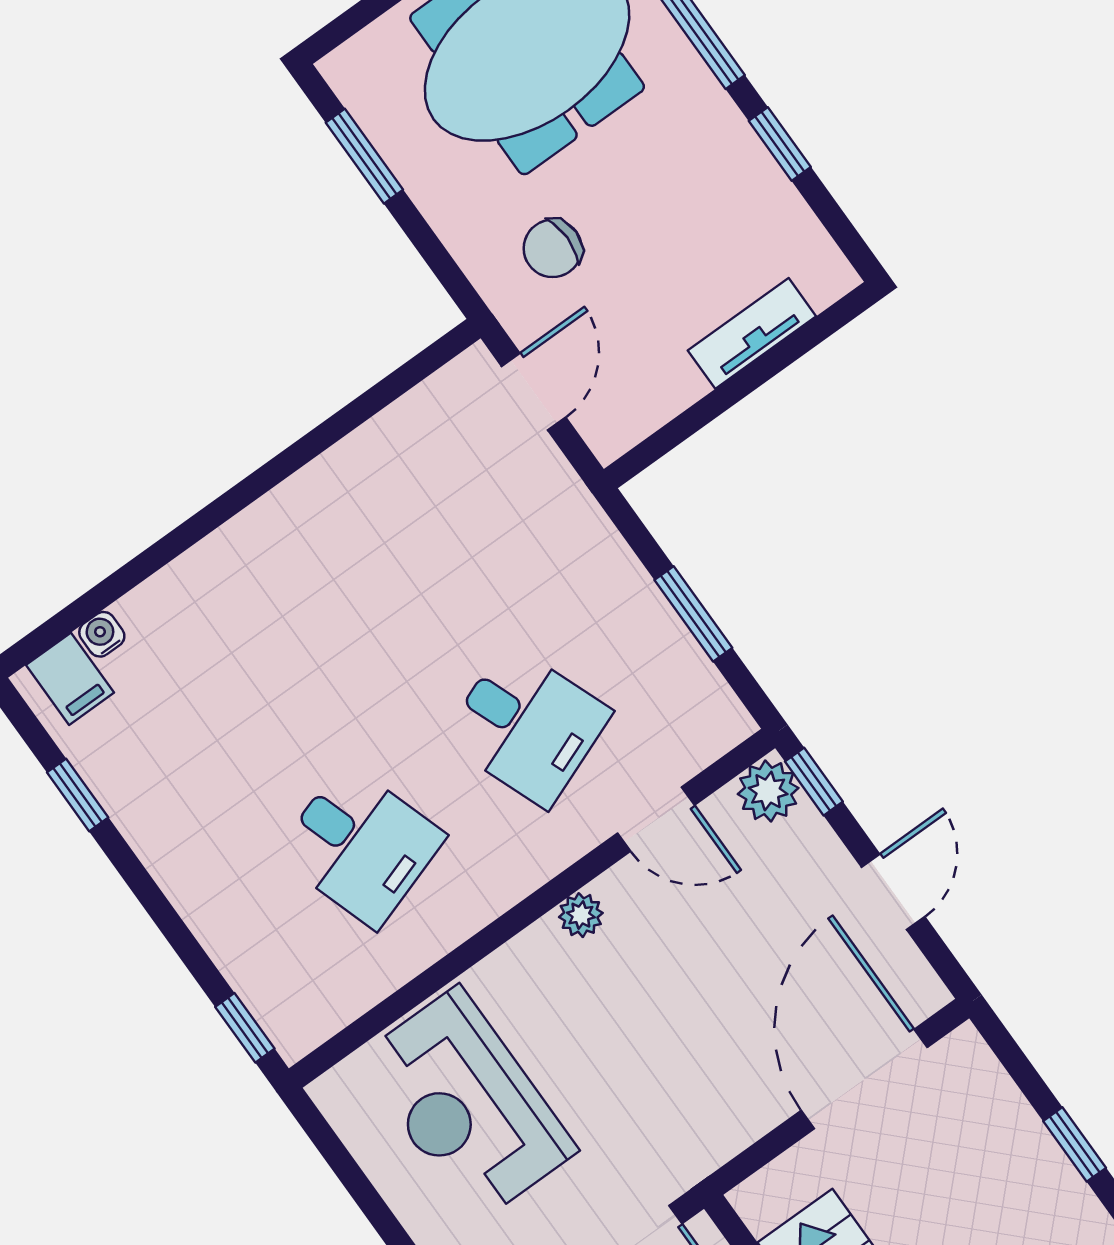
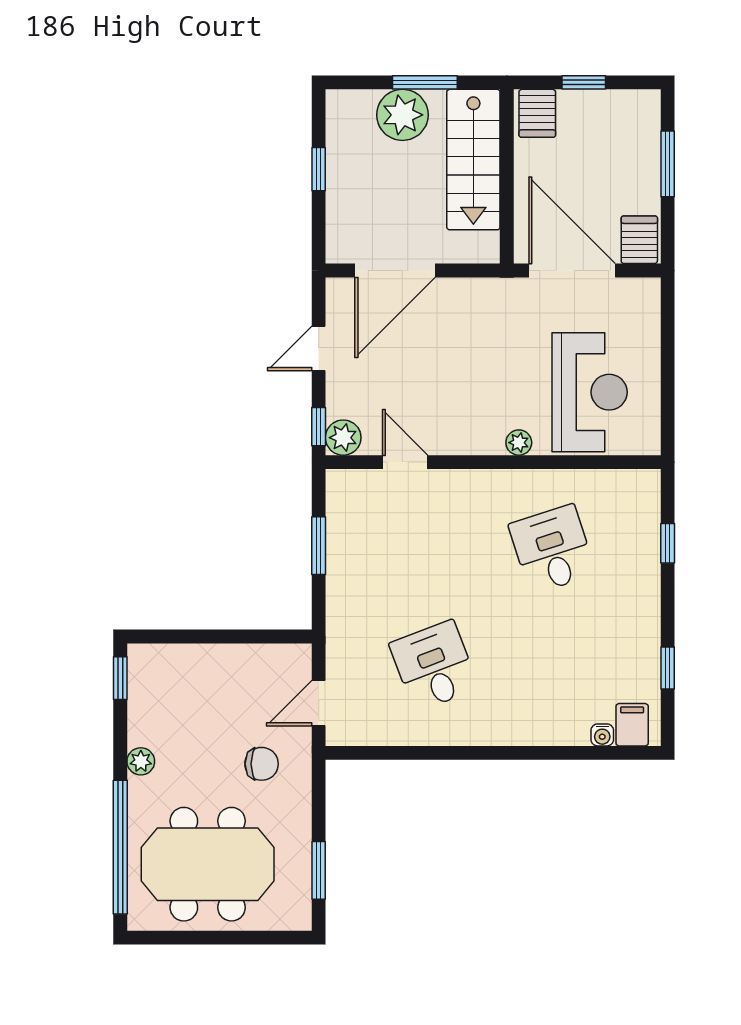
plant: (725, 130) -> (141, 761), added
window: (780, 144) -> (120, 678), moved
tv unit: (752, 333) -> (197, 657), removed
desk: (527, 726) -> (434, 666), moved
plant: (581, 915) -> (519, 443), moved
window: (245, 1028) -> (668, 543), moved

